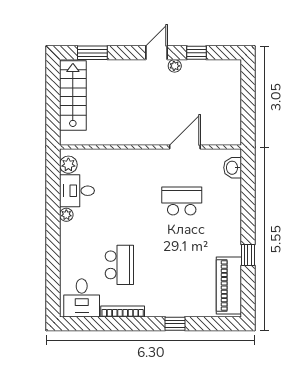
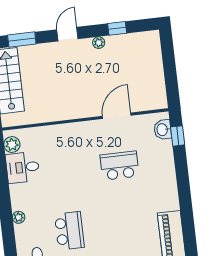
door: (157, 53) -> (67, 34), moved
plant: (66, 215) -> (19, 217), moved
window: (248, 255) -> (178, 136), moved

